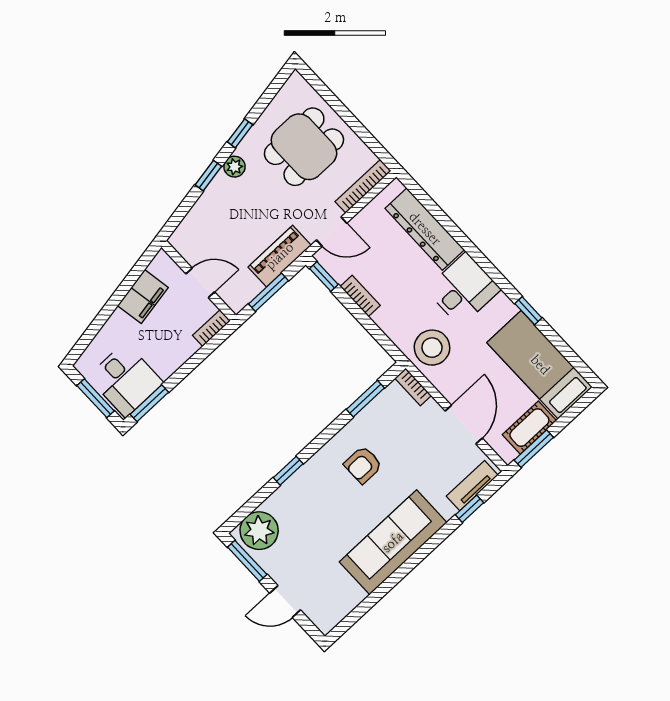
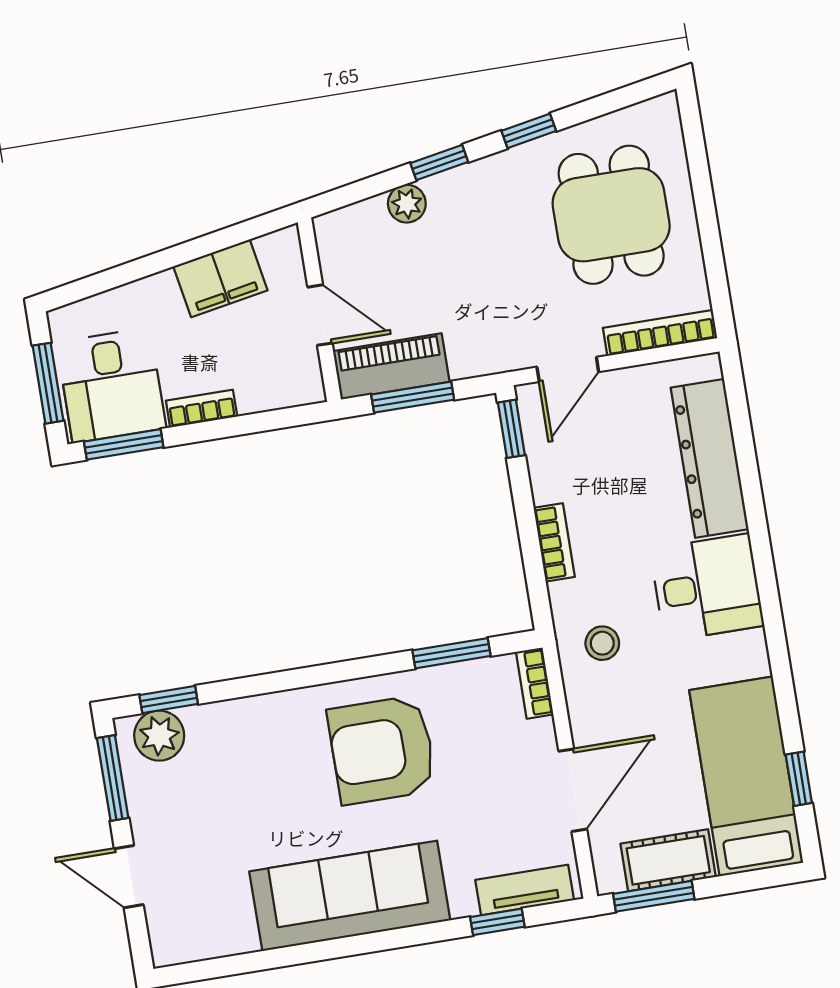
dining table: (304, 147) -> (611, 215), turned 90
plant: (234, 167) -> (407, 204), moved
door: (332, 232) -> (568, 369), hinge flipped
piano: (280, 256) -> (391, 366), moved
bookcase: (360, 296) -> (554, 542), moved
window: (528, 311) -> (799, 779), moved
bookcase: (211, 328) -> (202, 409), moved
stool: (432, 348) -> (602, 643), width x0.53, depth x0.53
armchair: (363, 465) -> (382, 750), width x1.88, depth x1.88
window: (288, 471) -> (169, 699), moved
plant: (259, 531) -> (159, 736), width x0.73, depth x0.73

